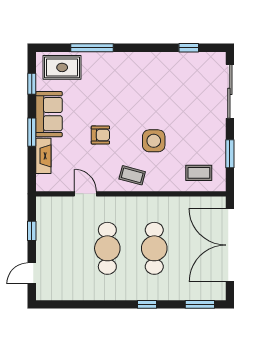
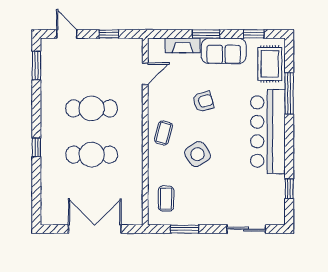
bar counter: (131, 69) -> (268, 132), added
sliding door: (230, 91) -> (246, 229), width x0.73
armchair: (100, 135) -> (203, 102), turned -106
side table: (154, 141) -> (197, 154), turned -33
door: (85, 194) -> (145, 74), moved
double door: (230, 245) -> (95, 229), width x0.73
window: (200, 304) -> (36, 66), moved

